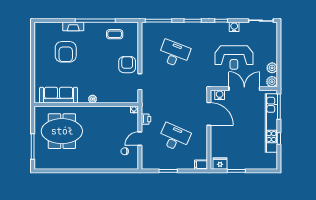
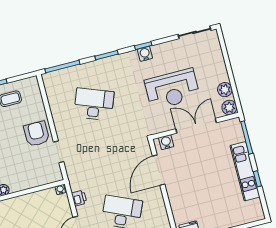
water cooler: (234, 27) -> (145, 54), moved
door: (209, 114) -> (159, 170), swing flipped
kitchen unit: (271, 123) -> (245, 171), width x0.73

